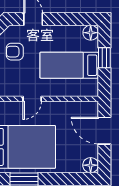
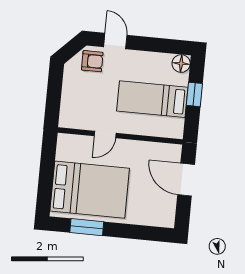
armchair: (15, 52) -> (92, 61), moved, turned 180
floor lamp: (91, 165) -> (166, 219), removed

